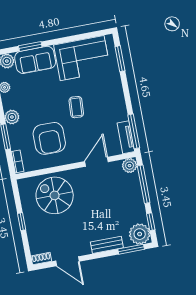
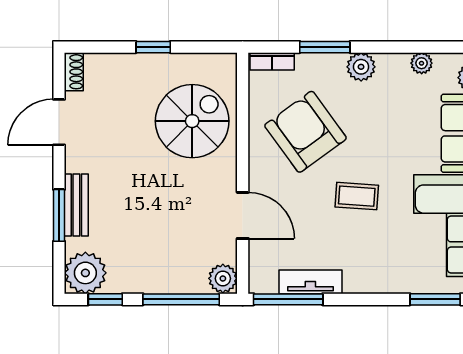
tv unit: (126, 137) -> (310, 282), moved
armchair: (49, 138) -> (306, 132), turned 54
window: (131, 249) -> (59, 215), moved

